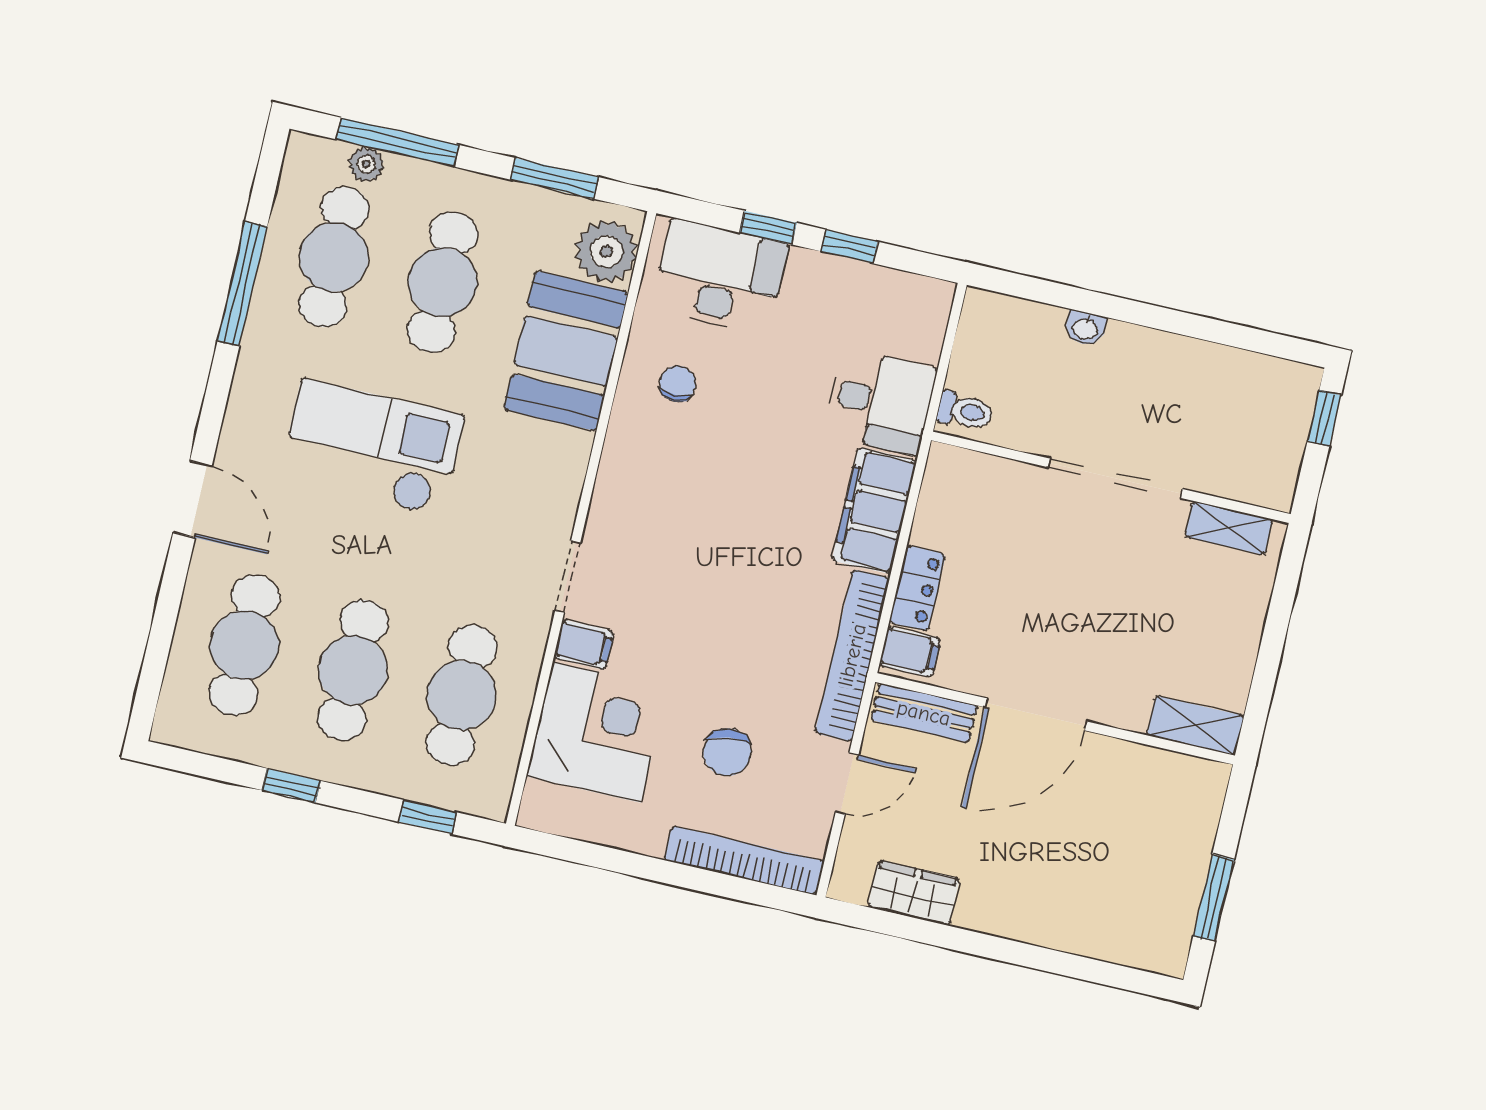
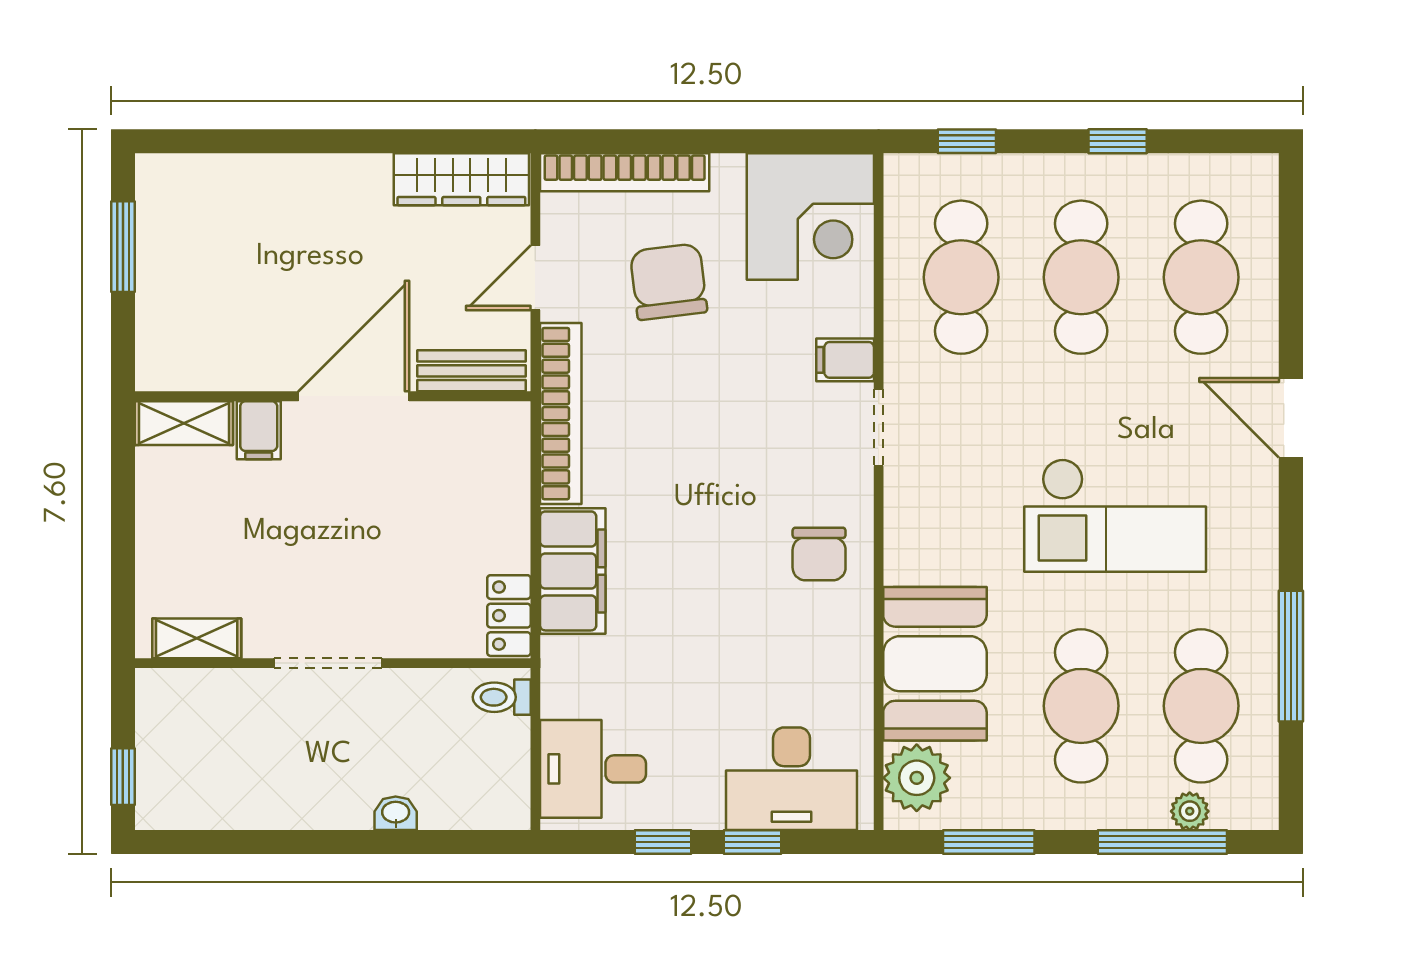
chair: (678, 384) -> (819, 554), moved, width x1.37, depth x1.37
desk: (880, 402) -> (593, 769), moved
doorway: (1115, 478) -> (328, 663), width x0.73
locker: (917, 588) -> (509, 616), moved
filing cabinet: (910, 652) -> (259, 430), moved, turned -90
corner desk: (597, 732) -> (810, 217), moved, turned -90
chair: (727, 752) -> (669, 282), width x1.37, depth x1.37
wardrobe: (914, 893) -> (461, 179), width x1.50

